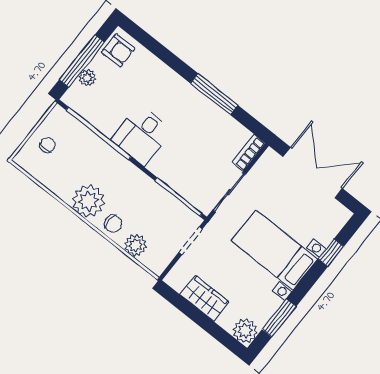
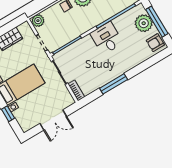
plant: (87, 78) -> (144, 23), width x1.88, depth x1.88
double door: (313, 173) -> (53, 120), width x0.73
plant: (135, 245) -> (38, 21), moved

